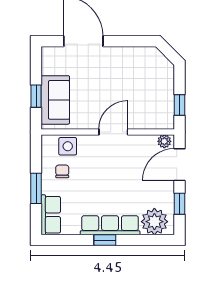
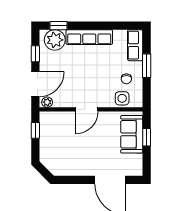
window: (105, 240) -> (58, 26), moved

